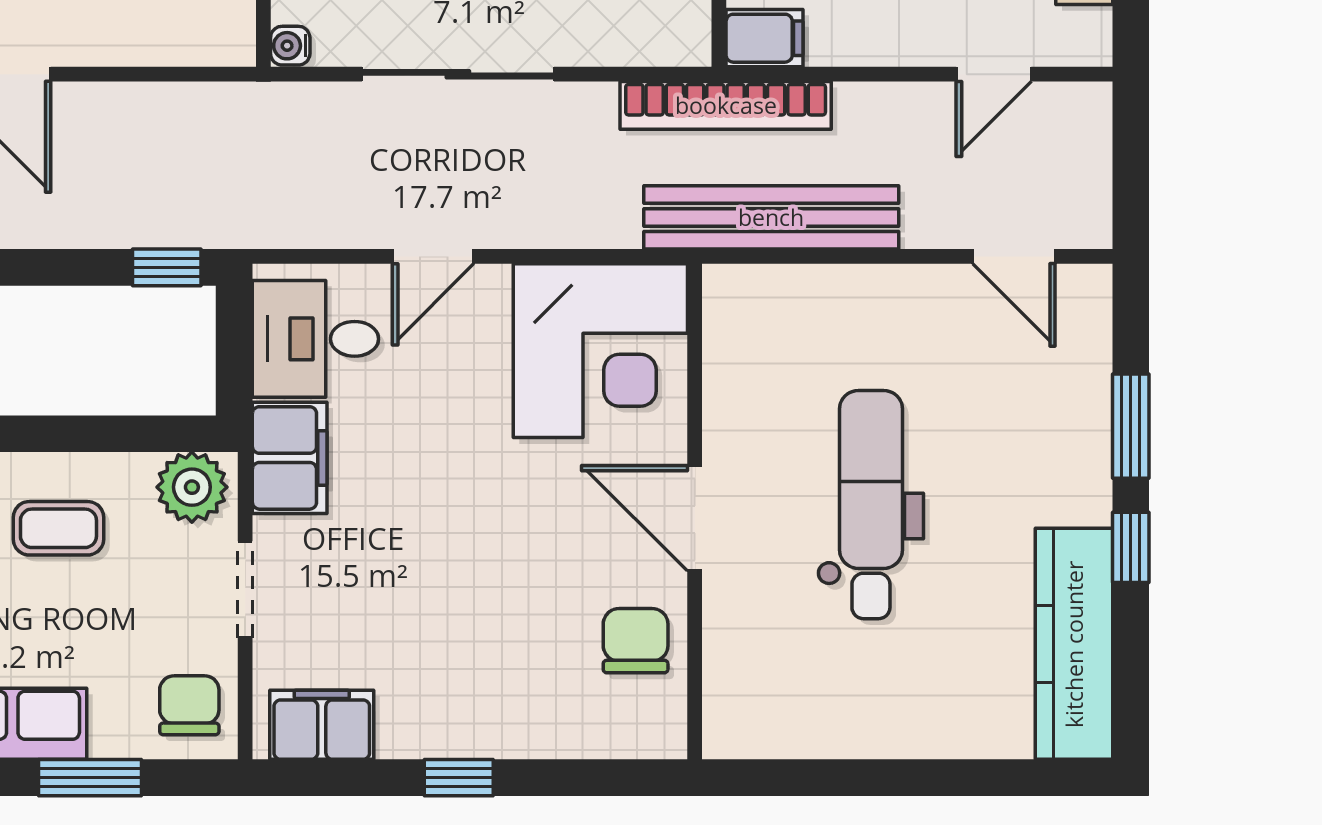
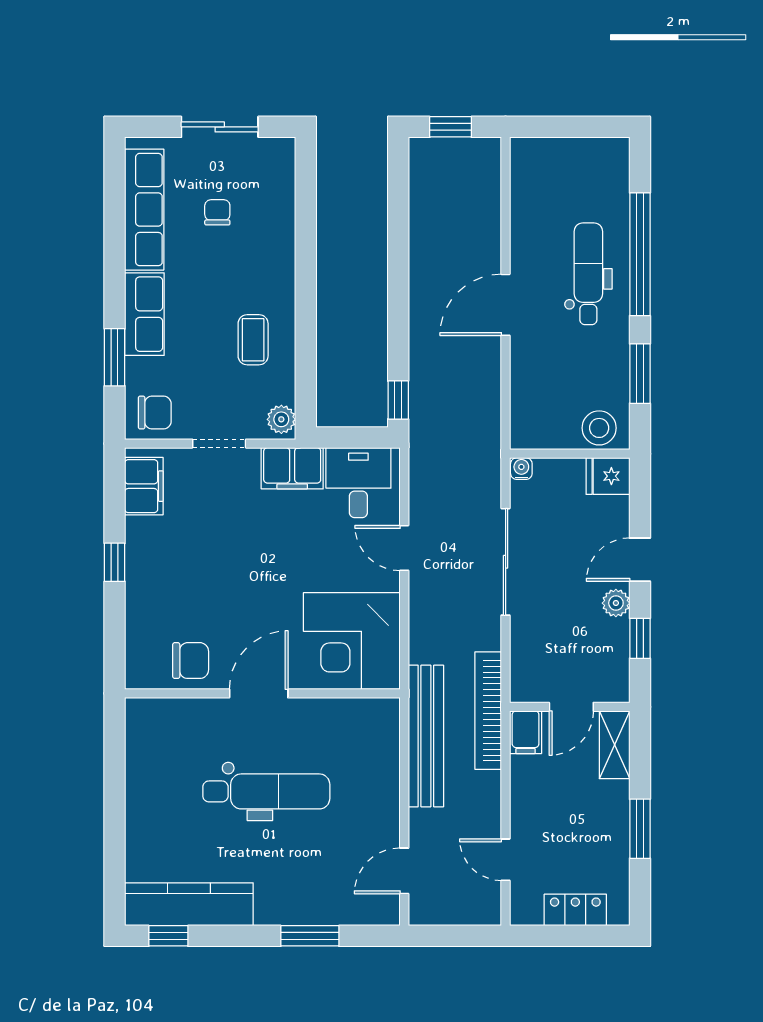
plant: (192, 487) -> (281, 419), width x0.73, depth x0.73
window: (1131, 547) -> (168, 936), moved

